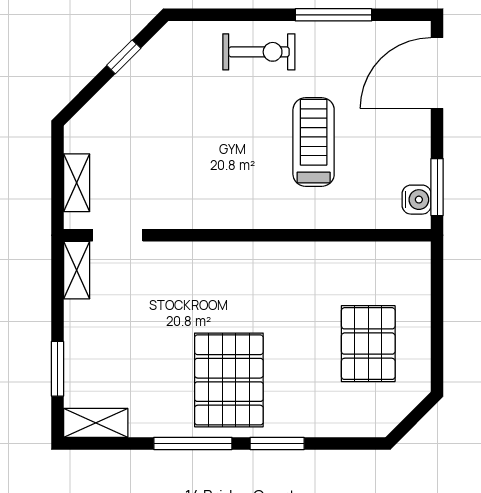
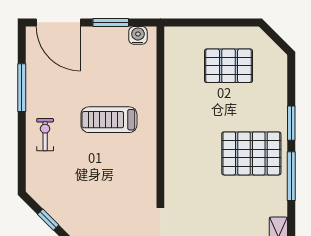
exercise bike: (259, 52) -> (45, 135), width x0.73, depth x0.72
treadmill: (314, 142) -> (109, 120), moved
window: (437, 187) -> (111, 22), moved

